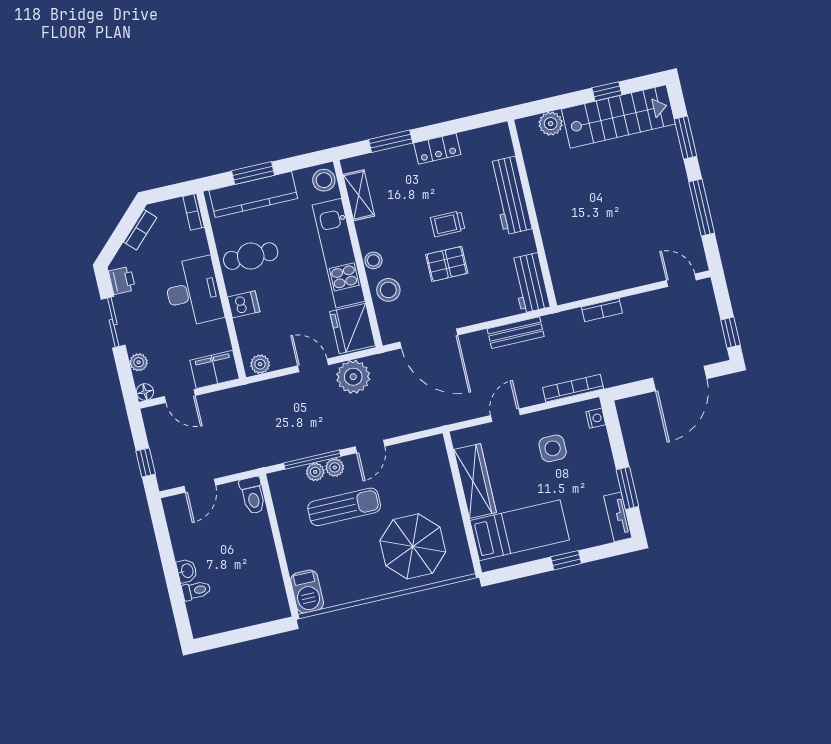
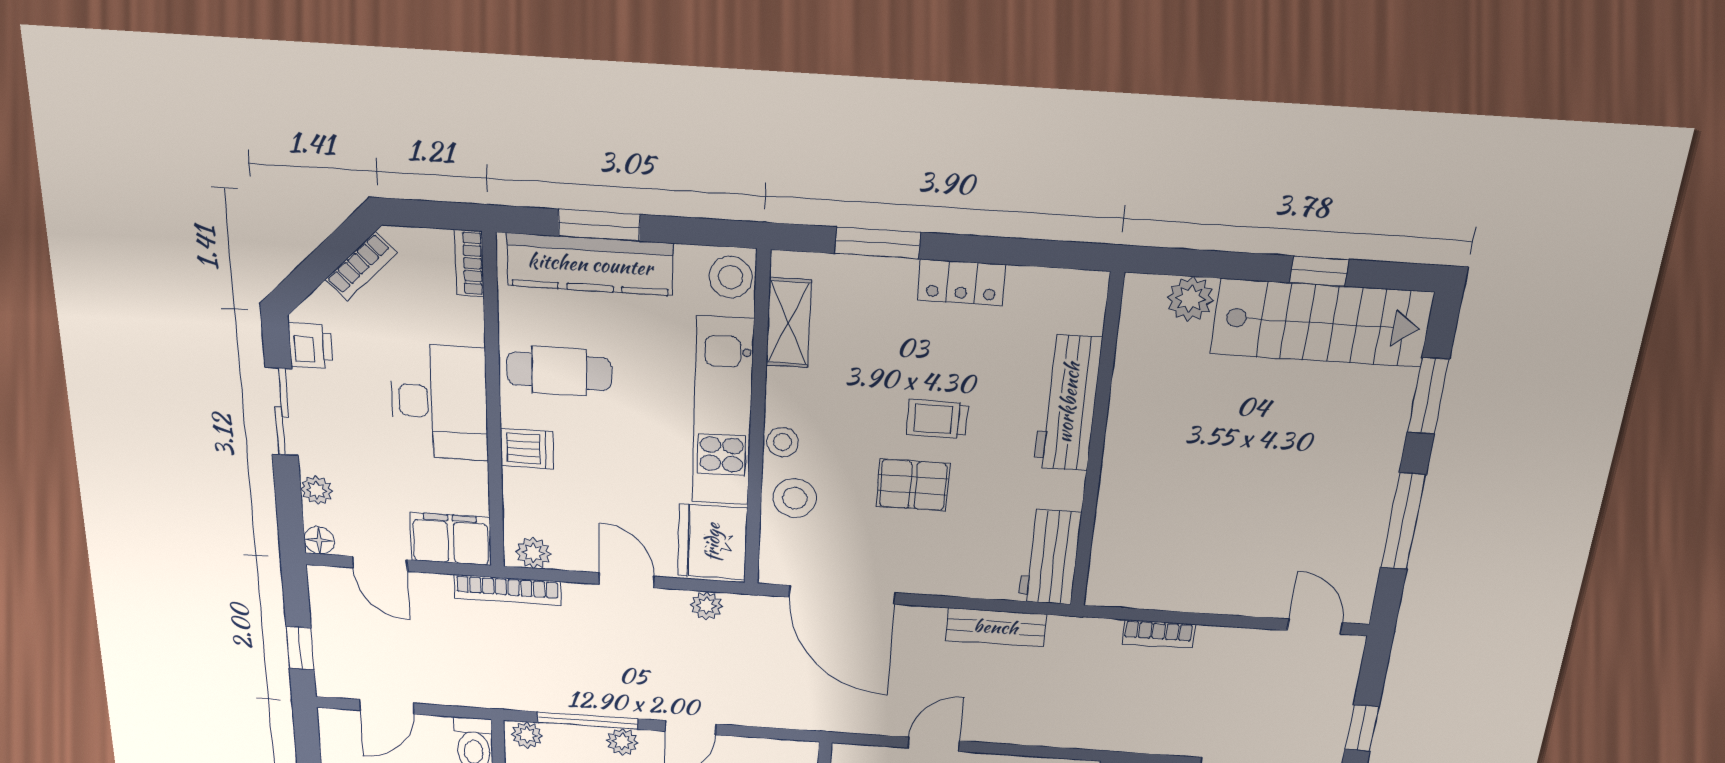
plant: (353, 377) -> (706, 606), width x0.53, depth x0.53
bookcase: (573, 388) -> (507, 590), moved, turned 180
plant: (315, 472) -> (527, 735), moved

